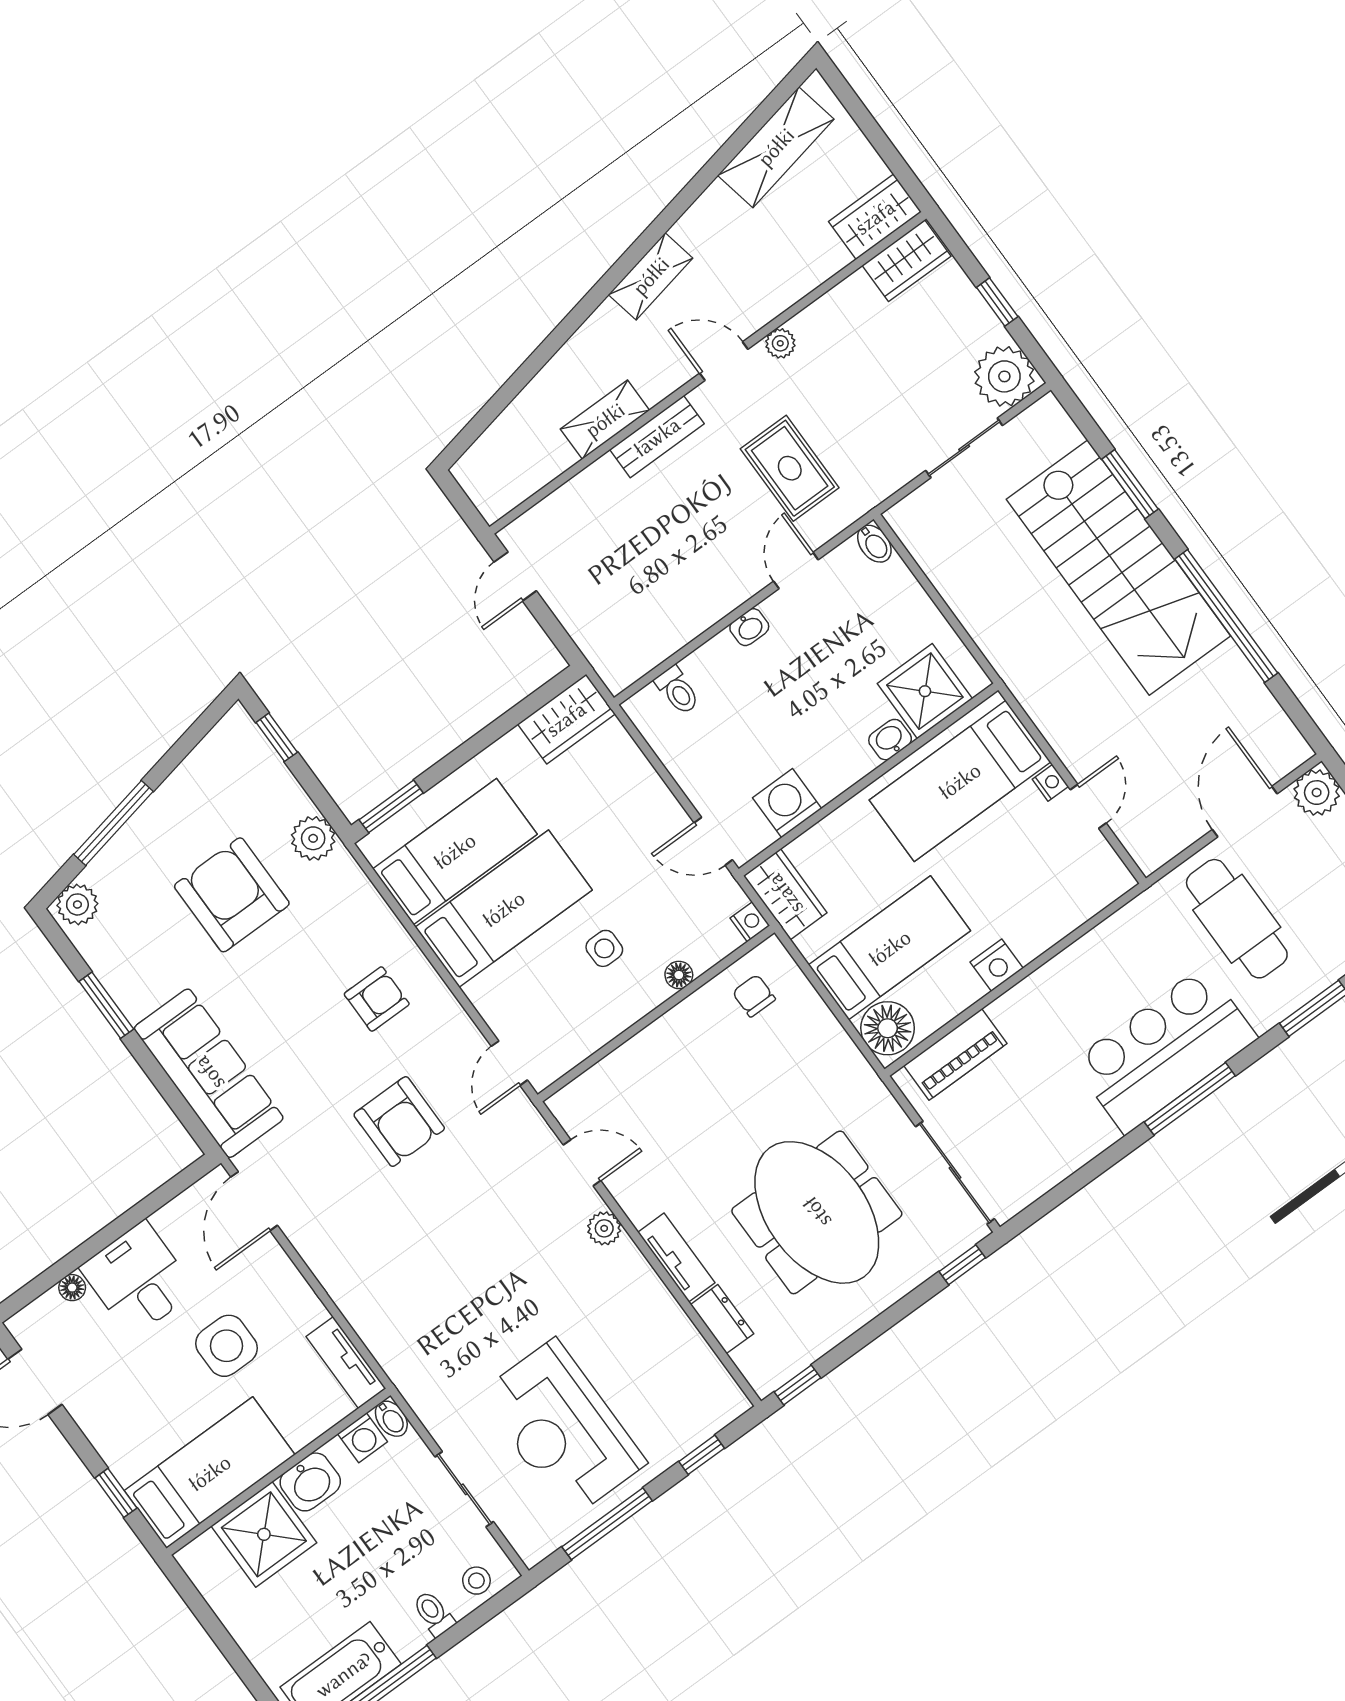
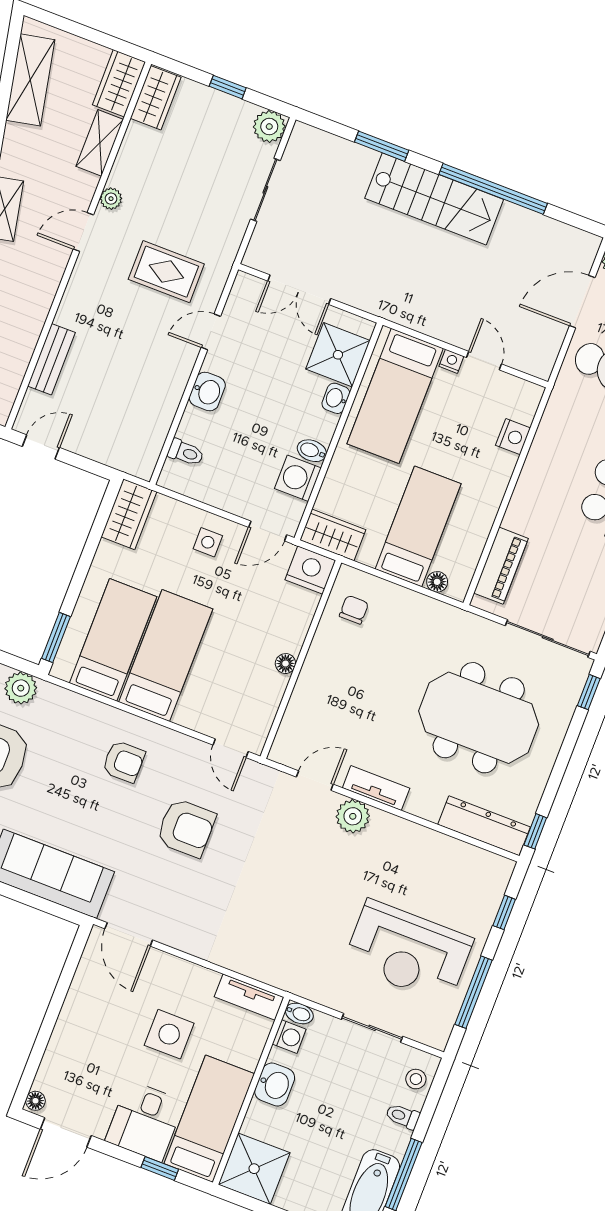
plant: (1004, 376) -> (269, 127), width x0.73, depth x0.73
shelving: (605, 420) -> (100, 143), moved
bench: (657, 437) -> (51, 359), moved
bidet: (874, 544) -> (312, 451), moved, turned 180
stairs: (1118, 568) -> (434, 199), width x0.73, depth x0.66
door: (796, 570) -> (211, 332), hinge flipped
door: (515, 576) -> (41, 447), swing flipped
double door: (929, 588) -> (299, 290), added
washbasin: (749, 627) -> (207, 391), width x1.38, depth x1.45
door: (1245, 812) -> (582, 302), hinge flipped
nightstand: (750, 922) -> (310, 570), width x1.89, depth x1.79
side table: (604, 948) -> (208, 542), moved
nightstand: (997, 965) -> (513, 437), moved
floor lamp: (679, 975) -> (285, 664), moved
chair: (754, 996) -> (354, 610), turned 90
armchair: (377, 999) -> (124, 762), turned 90
floor lamp: (888, 1028) -> (437, 582), width x0.53, depth x0.53
plant: (604, 1228) -> (353, 816), width x1.38, depth x1.38
tv unit: (676, 1257) -> (376, 788), moved
desk: (138, 1279) -> (145, 1121), moved, turned -90
floor lamp: (72, 1288) -> (35, 1101), moved
dresser: (722, 1319) -> (484, 826), width x1.96, depth x1.24
shower: (264, 1534) -> (254, 1169), moved

